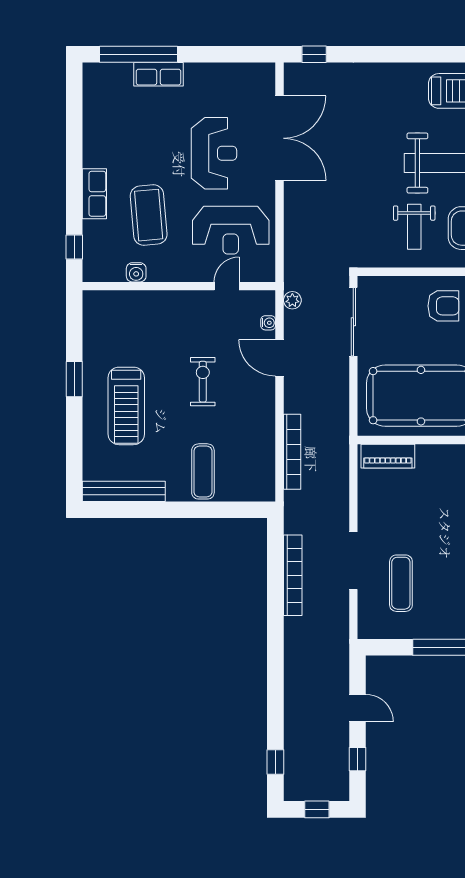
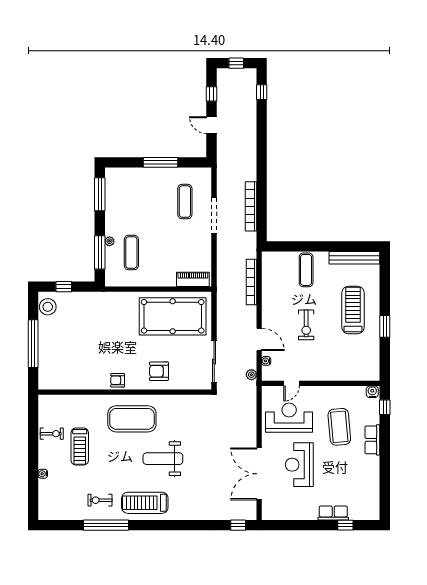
window: (139, 54) -> (345, 525), width x0.32
weight bench: (414, 227) -> (177, 420), removed
water cooler: (136, 272) -> (372, 392), moved

